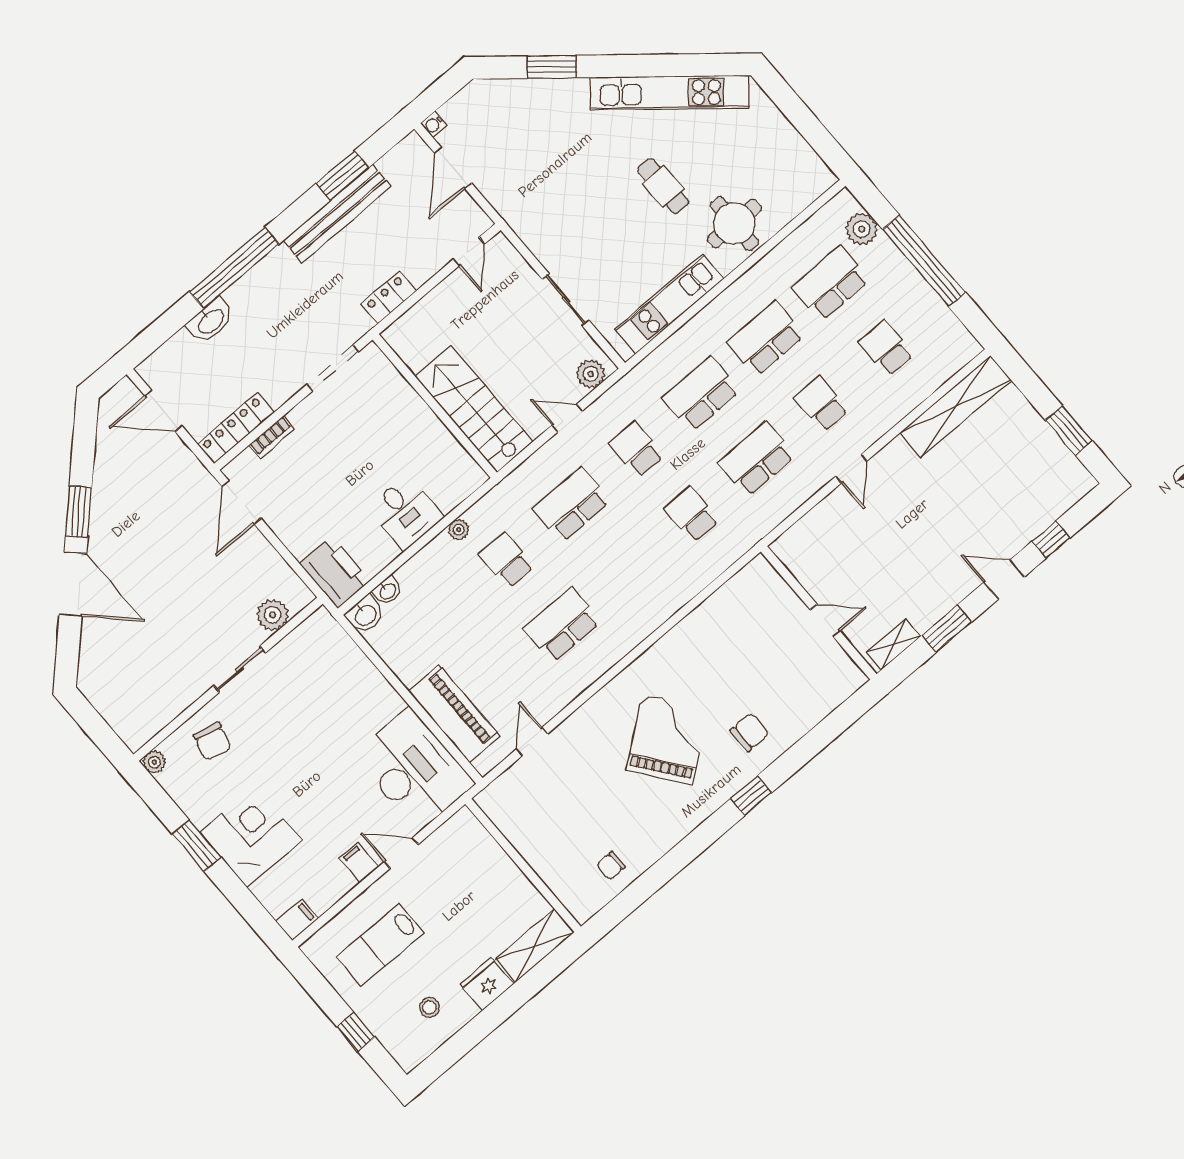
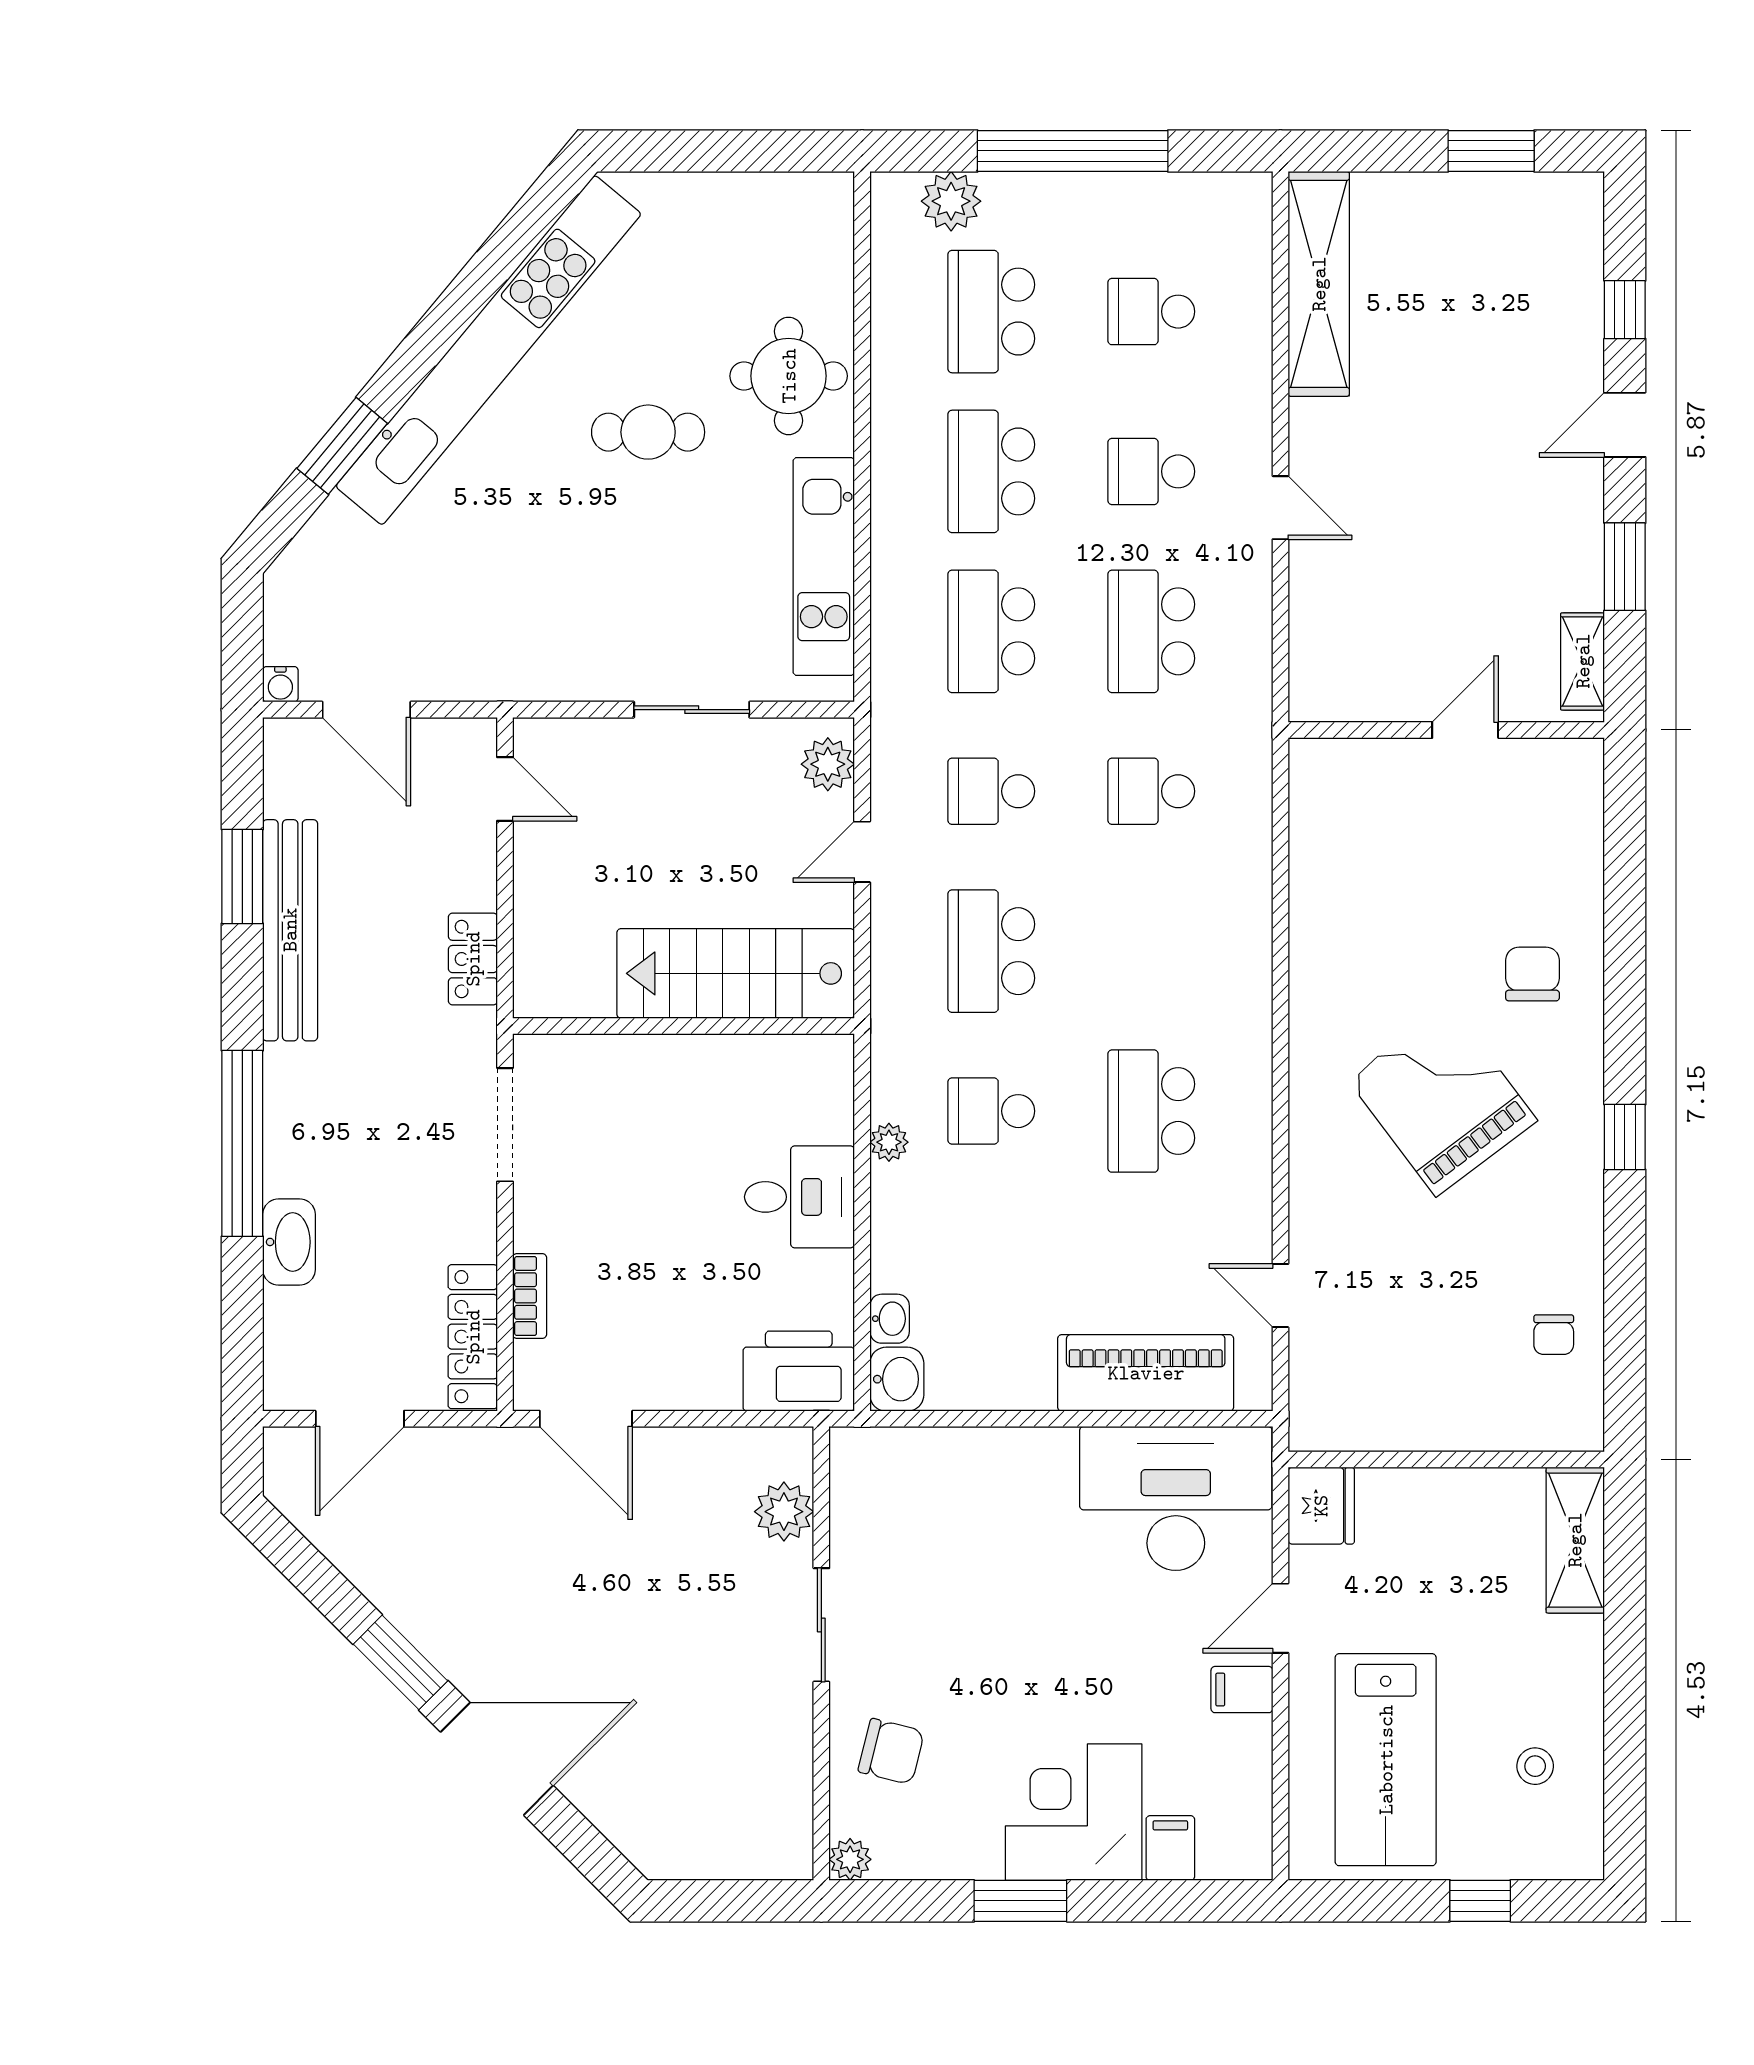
kitchen unit: (670, 93) -> (488, 350), width x1.36
window: (751, 796) -> (1625, 1137), moved
filing cabinet: (297, 920) -> (1170, 1848), moved
lab bench: (380, 945) -> (1386, 1760), width x1.36, depth x1.39
fridge: (487, 984) -> (1321, 1506), moved, turned 180

